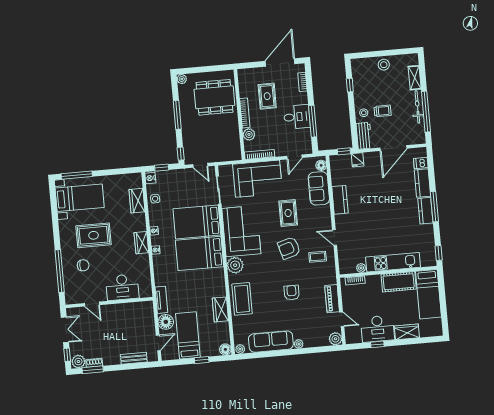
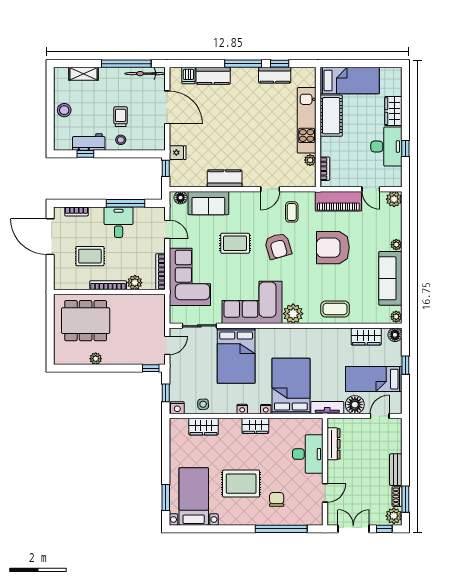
plant: (182, 79) -> (96, 359), moved
dining table: (214, 97) -> (86, 321), turned 90
bicycle: (417, 107) -> (145, 74), moved
window: (177, 115) -> (103, 368), removed
workbench: (364, 136) -> (89, 142), moved
window: (77, 175) -> (166, 497), width x0.69
kitchen counter: (425, 211) -> (275, 75), moved
rug: (93, 235) -> (241, 484), turned 90
bed: (200, 253) -> (291, 386), moved, turned 180
window: (439, 253) -> (280, 64), moved
armchair: (292, 293) -> (333, 248), width x1.88, depth x1.88
coffee table: (242, 299) -> (335, 309), width x0.73, depth x0.76
piano: (332, 299) -> (338, 201), width x1.37, depth x1.33
dresser: (132, 307) -> (333, 444), added
wardrobe: (220, 309) -> (366, 337), moved
door: (342, 319) -> (371, 189), swing flipped
door: (158, 343) -> (380, 416), hinge flipped
bench: (134, 358) -> (396, 470), moved

